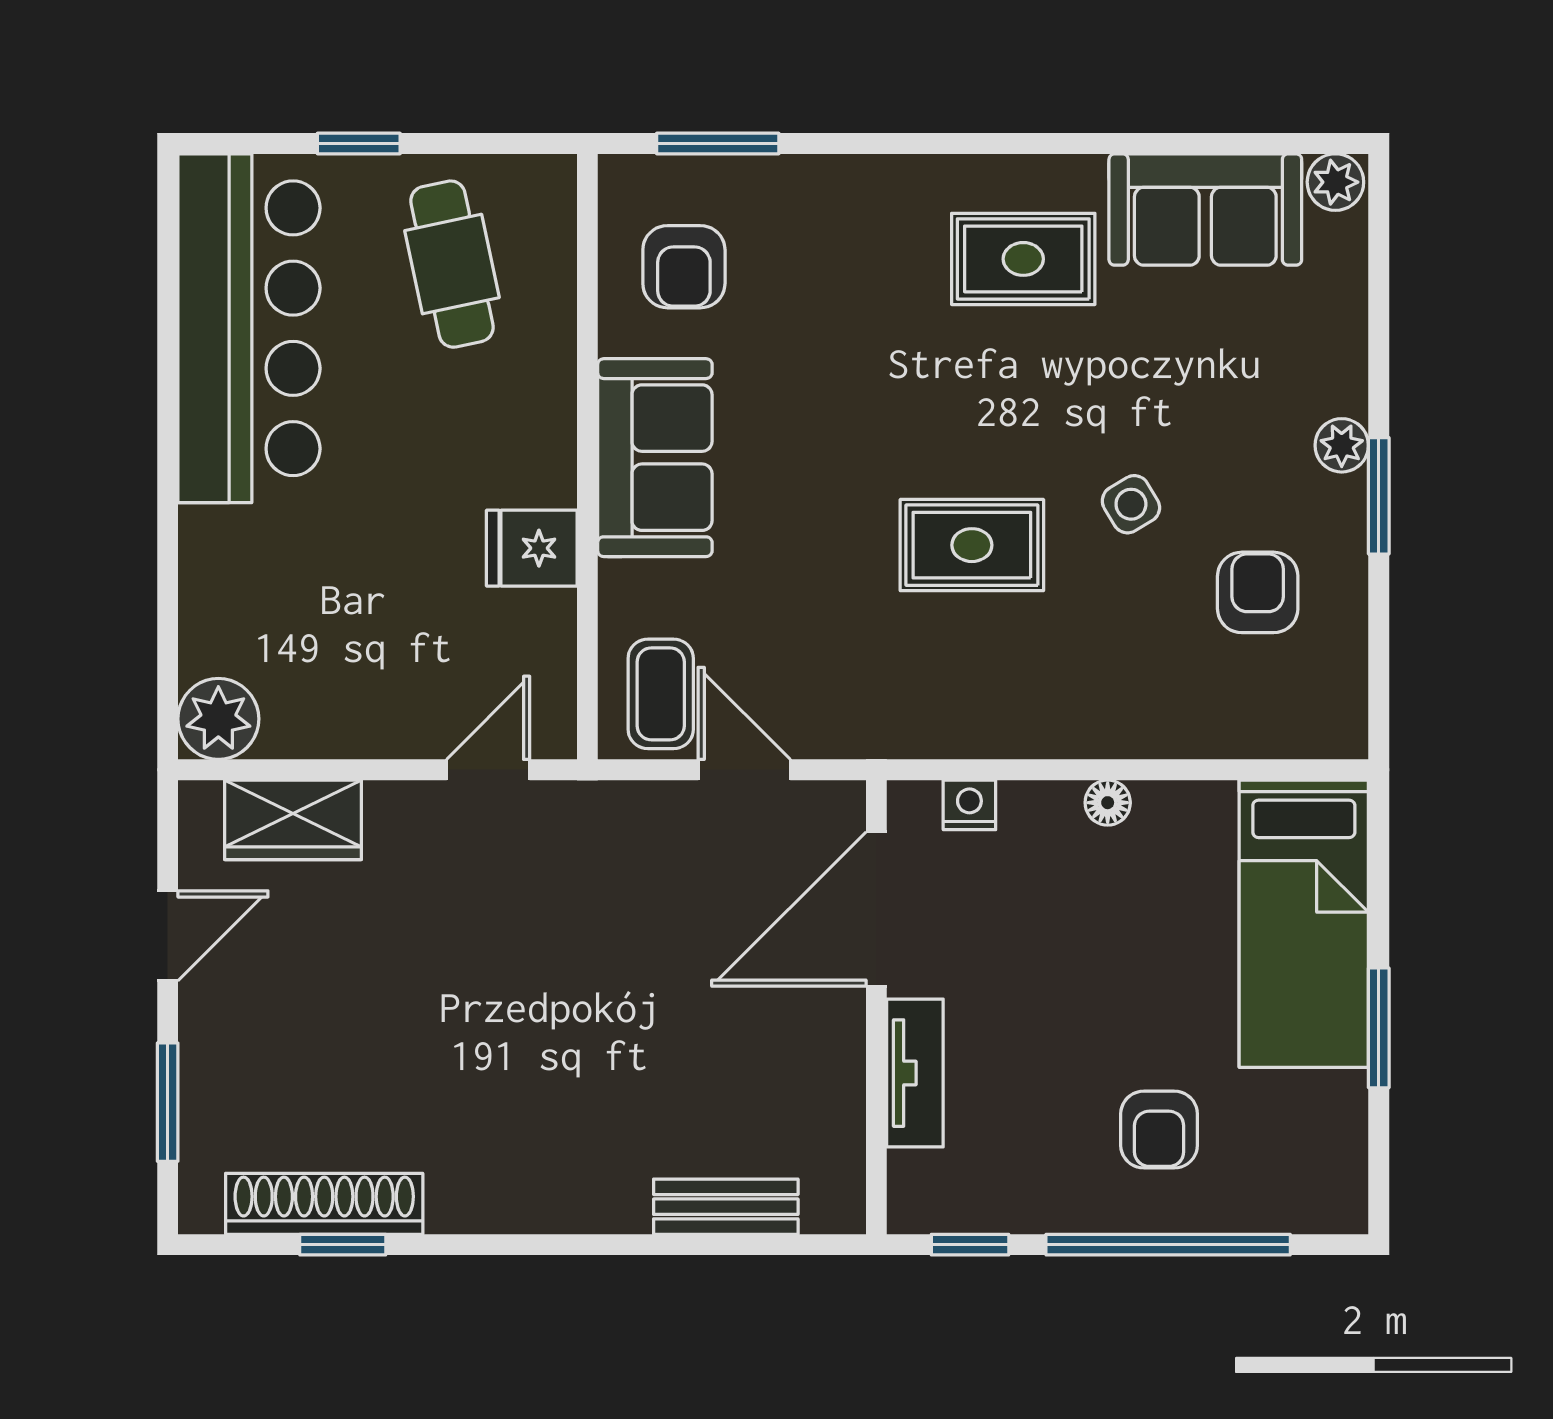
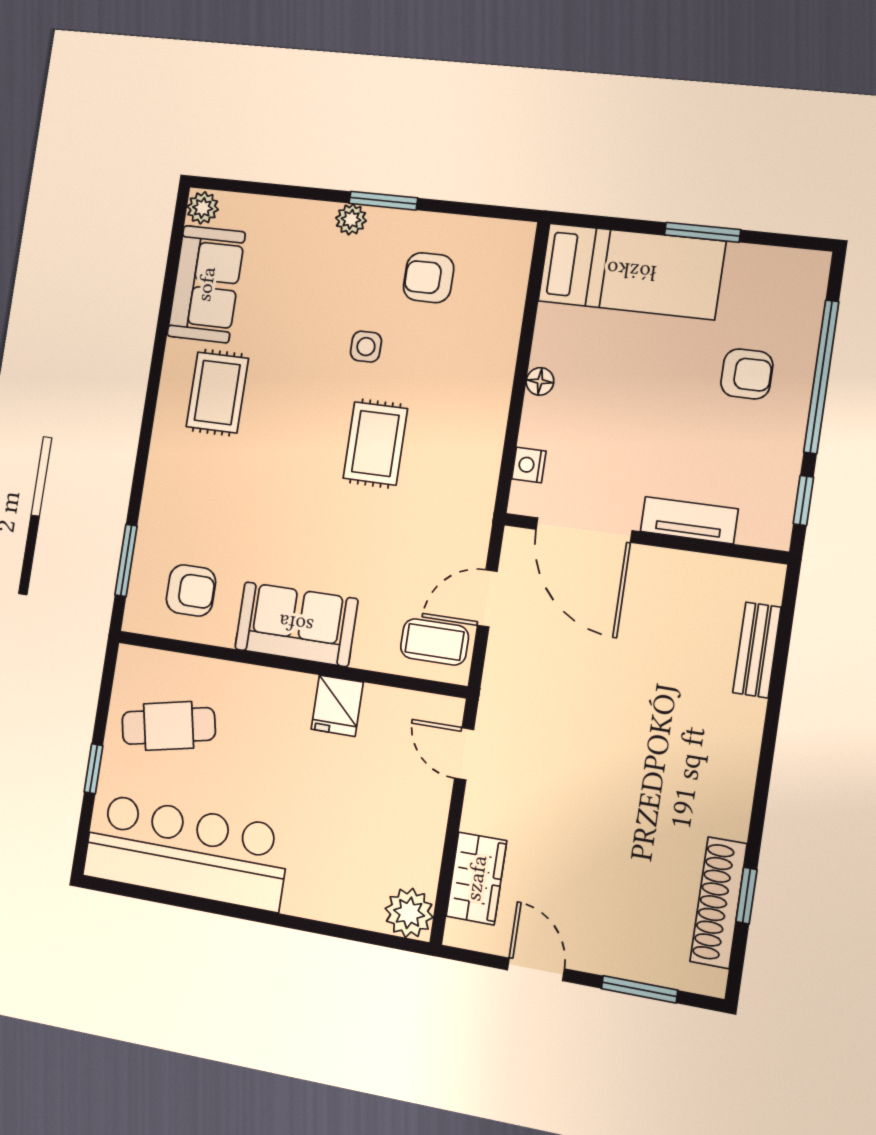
side table: (1131, 504) -> (366, 347), turned 31

